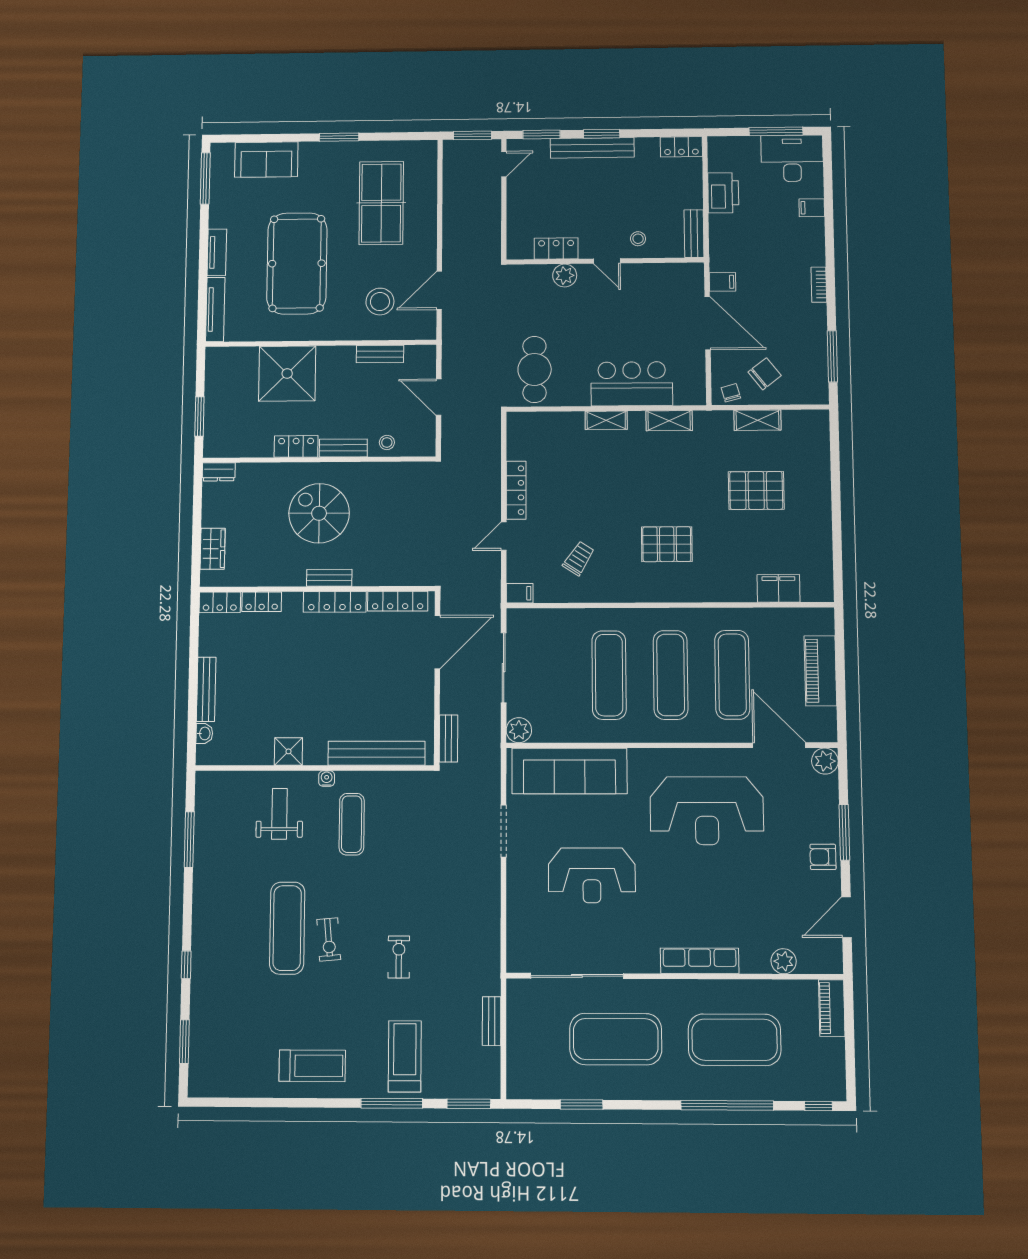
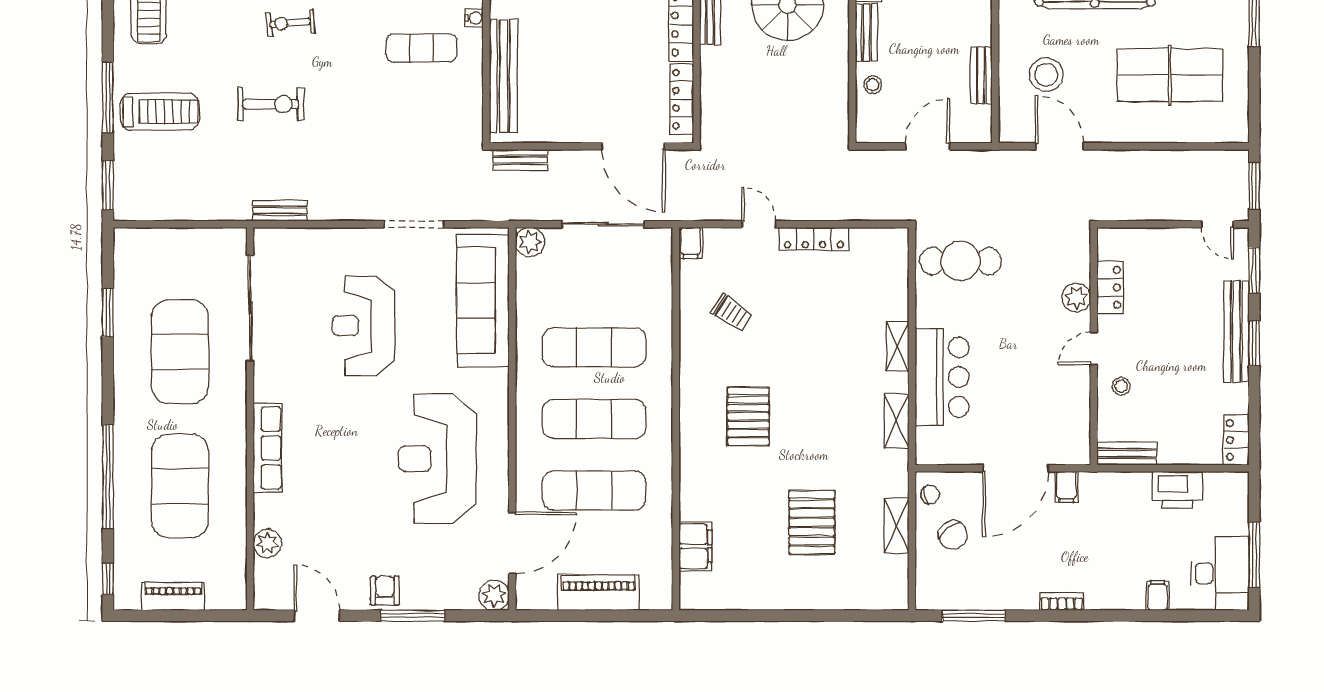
exercise bike: (399, 957) -> (271, 104), width x1.38, depth x1.39
piano: (832, 1008) -> (173, 596), moved
bench: (492, 1021) -> (280, 211), moved

